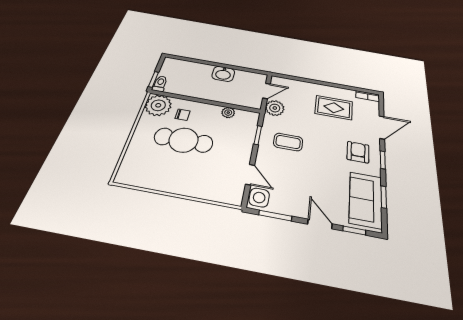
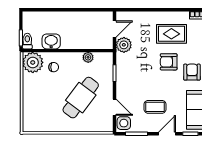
washbasin: (223, 74) -> (51, 41), moved, turned 180
armchair: (328, 135) -> (169, 62), added
cafe table: (184, 140) -> (81, 98), moved, turned -53
coffee table: (288, 142) -> (155, 107), moved
door: (320, 224) -> (167, 134), hinge flipped

